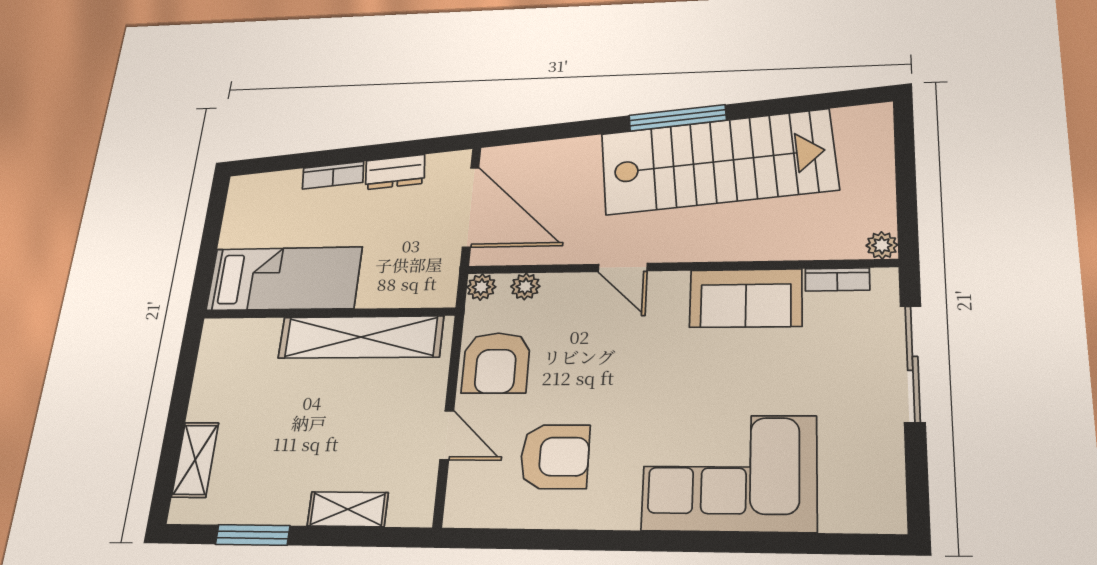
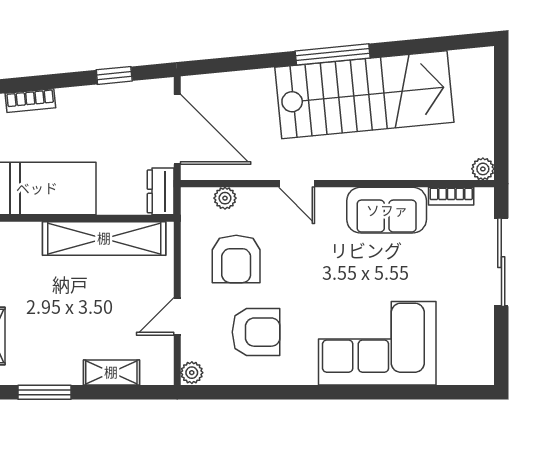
window: (398, 150) -> (114, 75), added
dresser: (395, 172) -> (161, 191), moved, turned 96
bookcase: (333, 175) -> (30, 101), moved
plant: (481, 287) -> (192, 373), moved
armchair: (496, 363) -> (236, 259), moved
door: (447, 435) -> (177, 316), swing flipped

